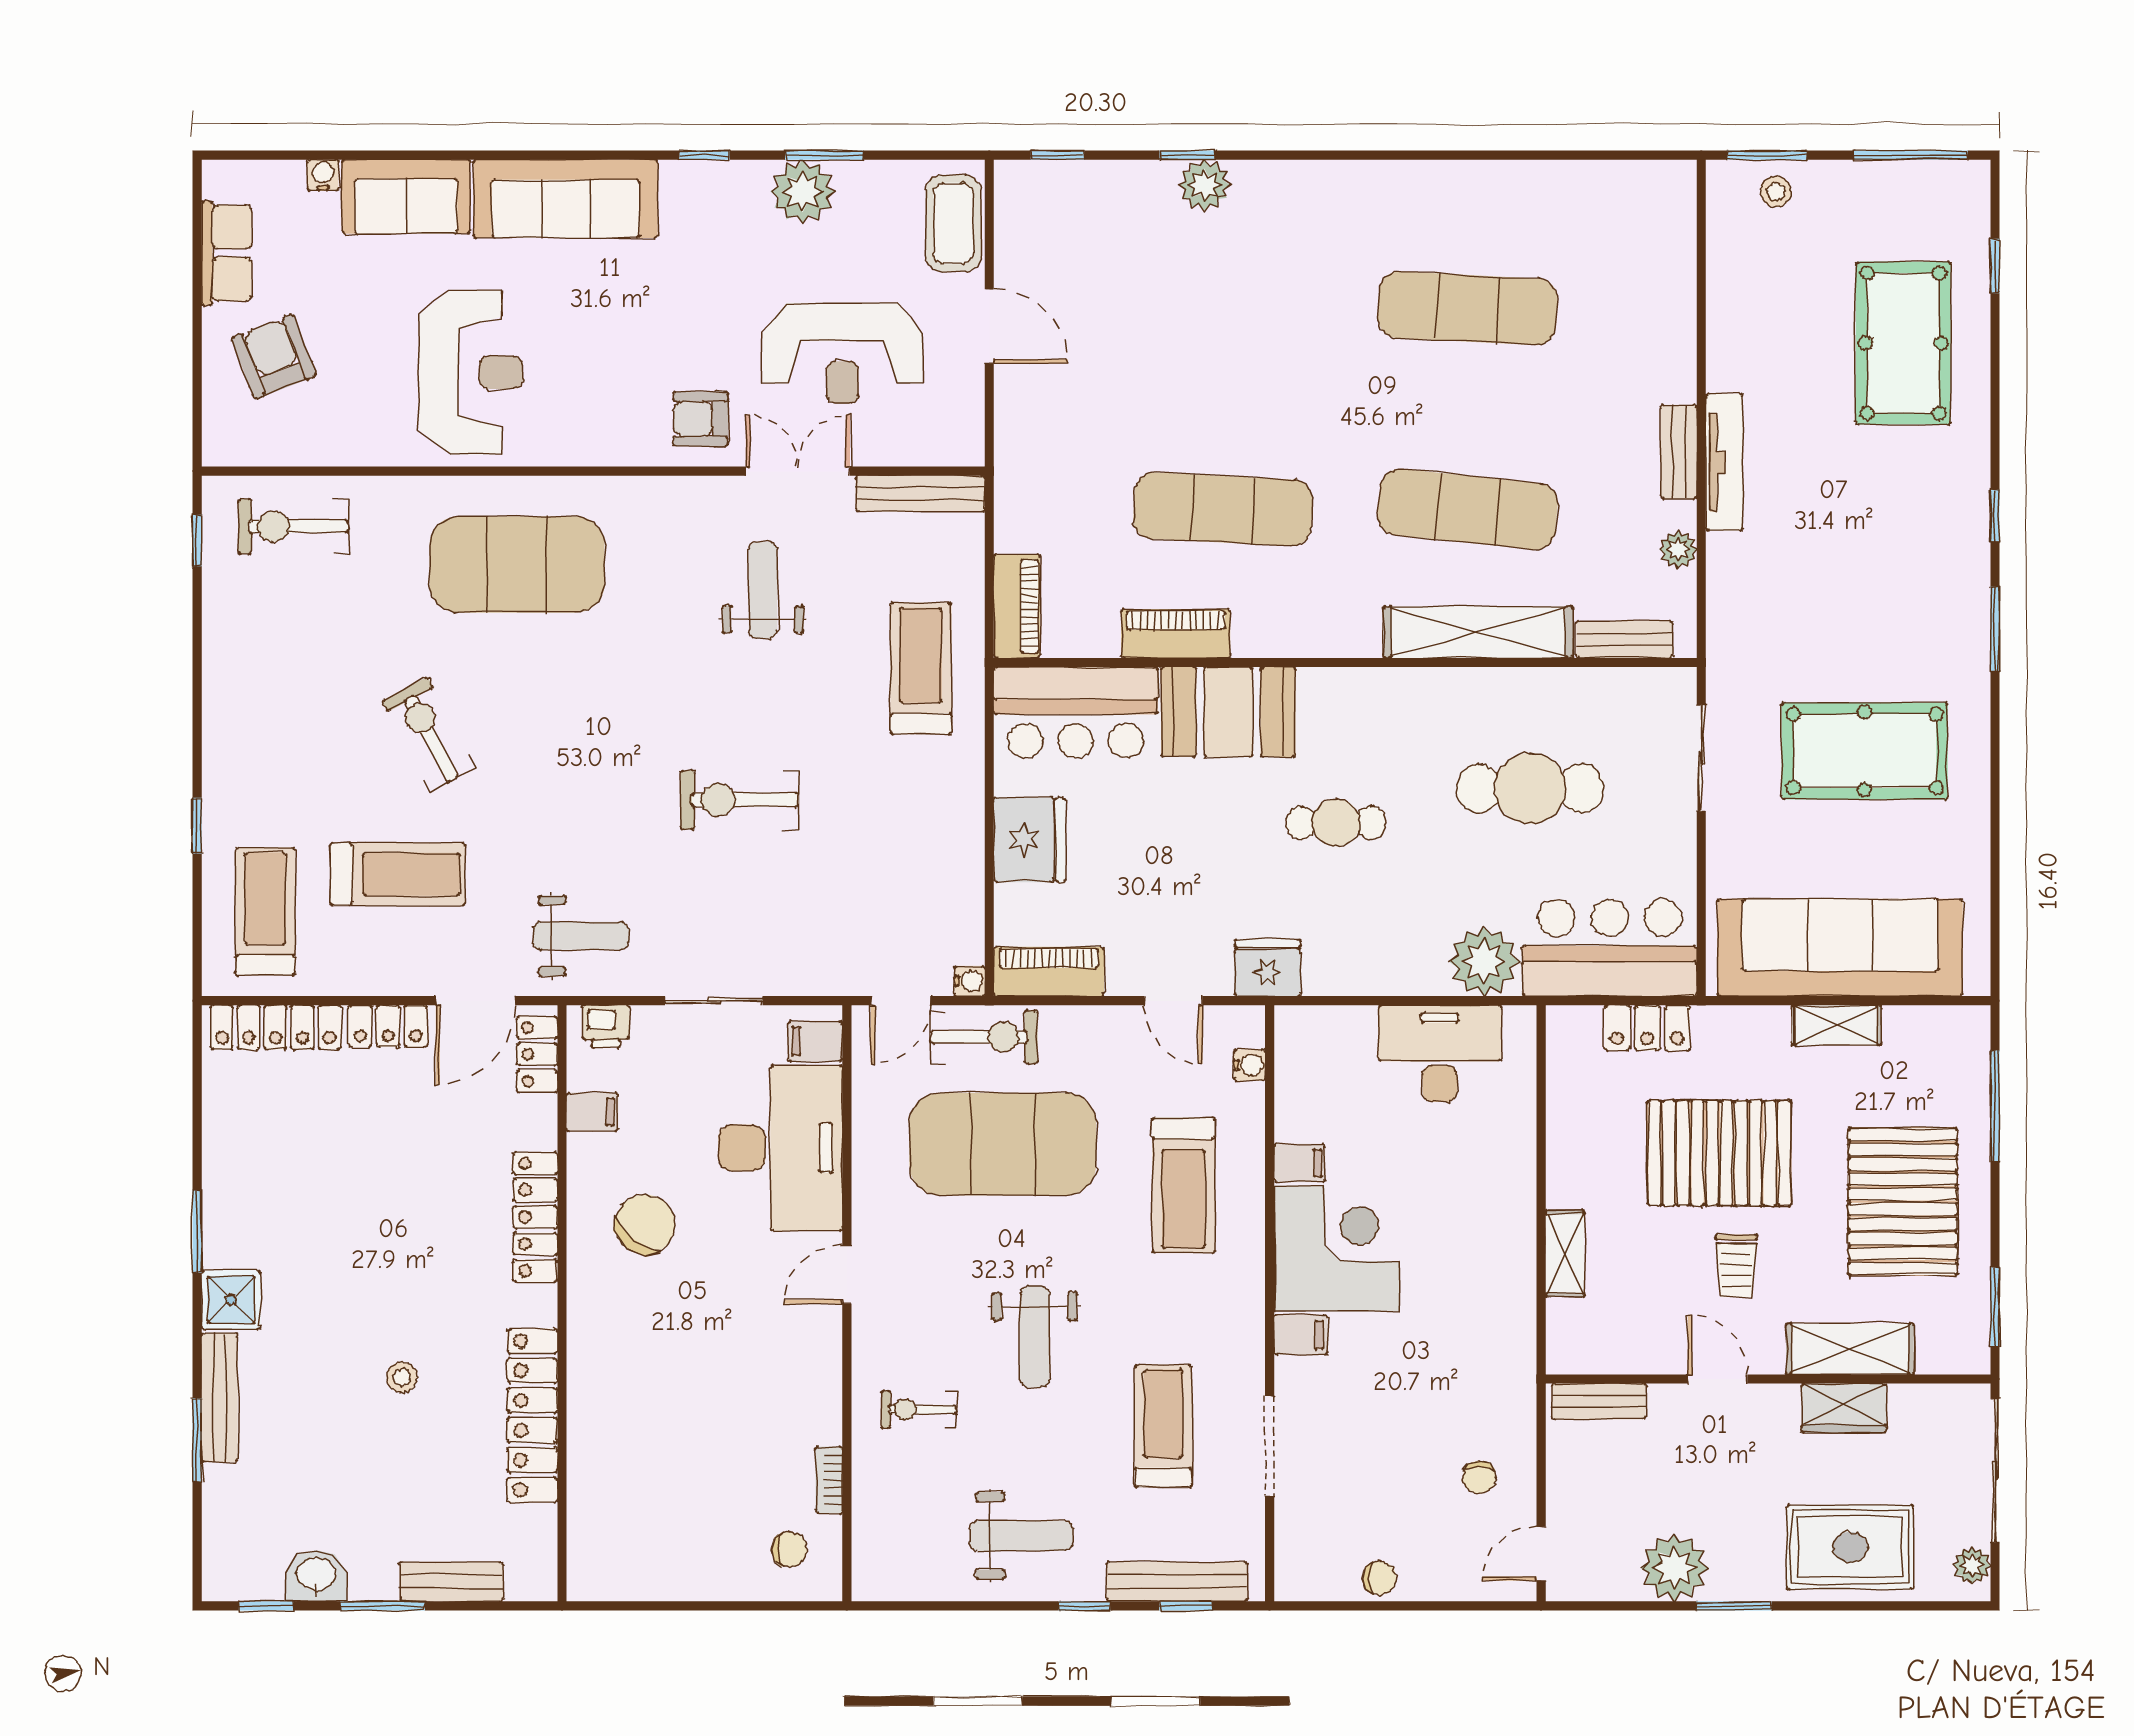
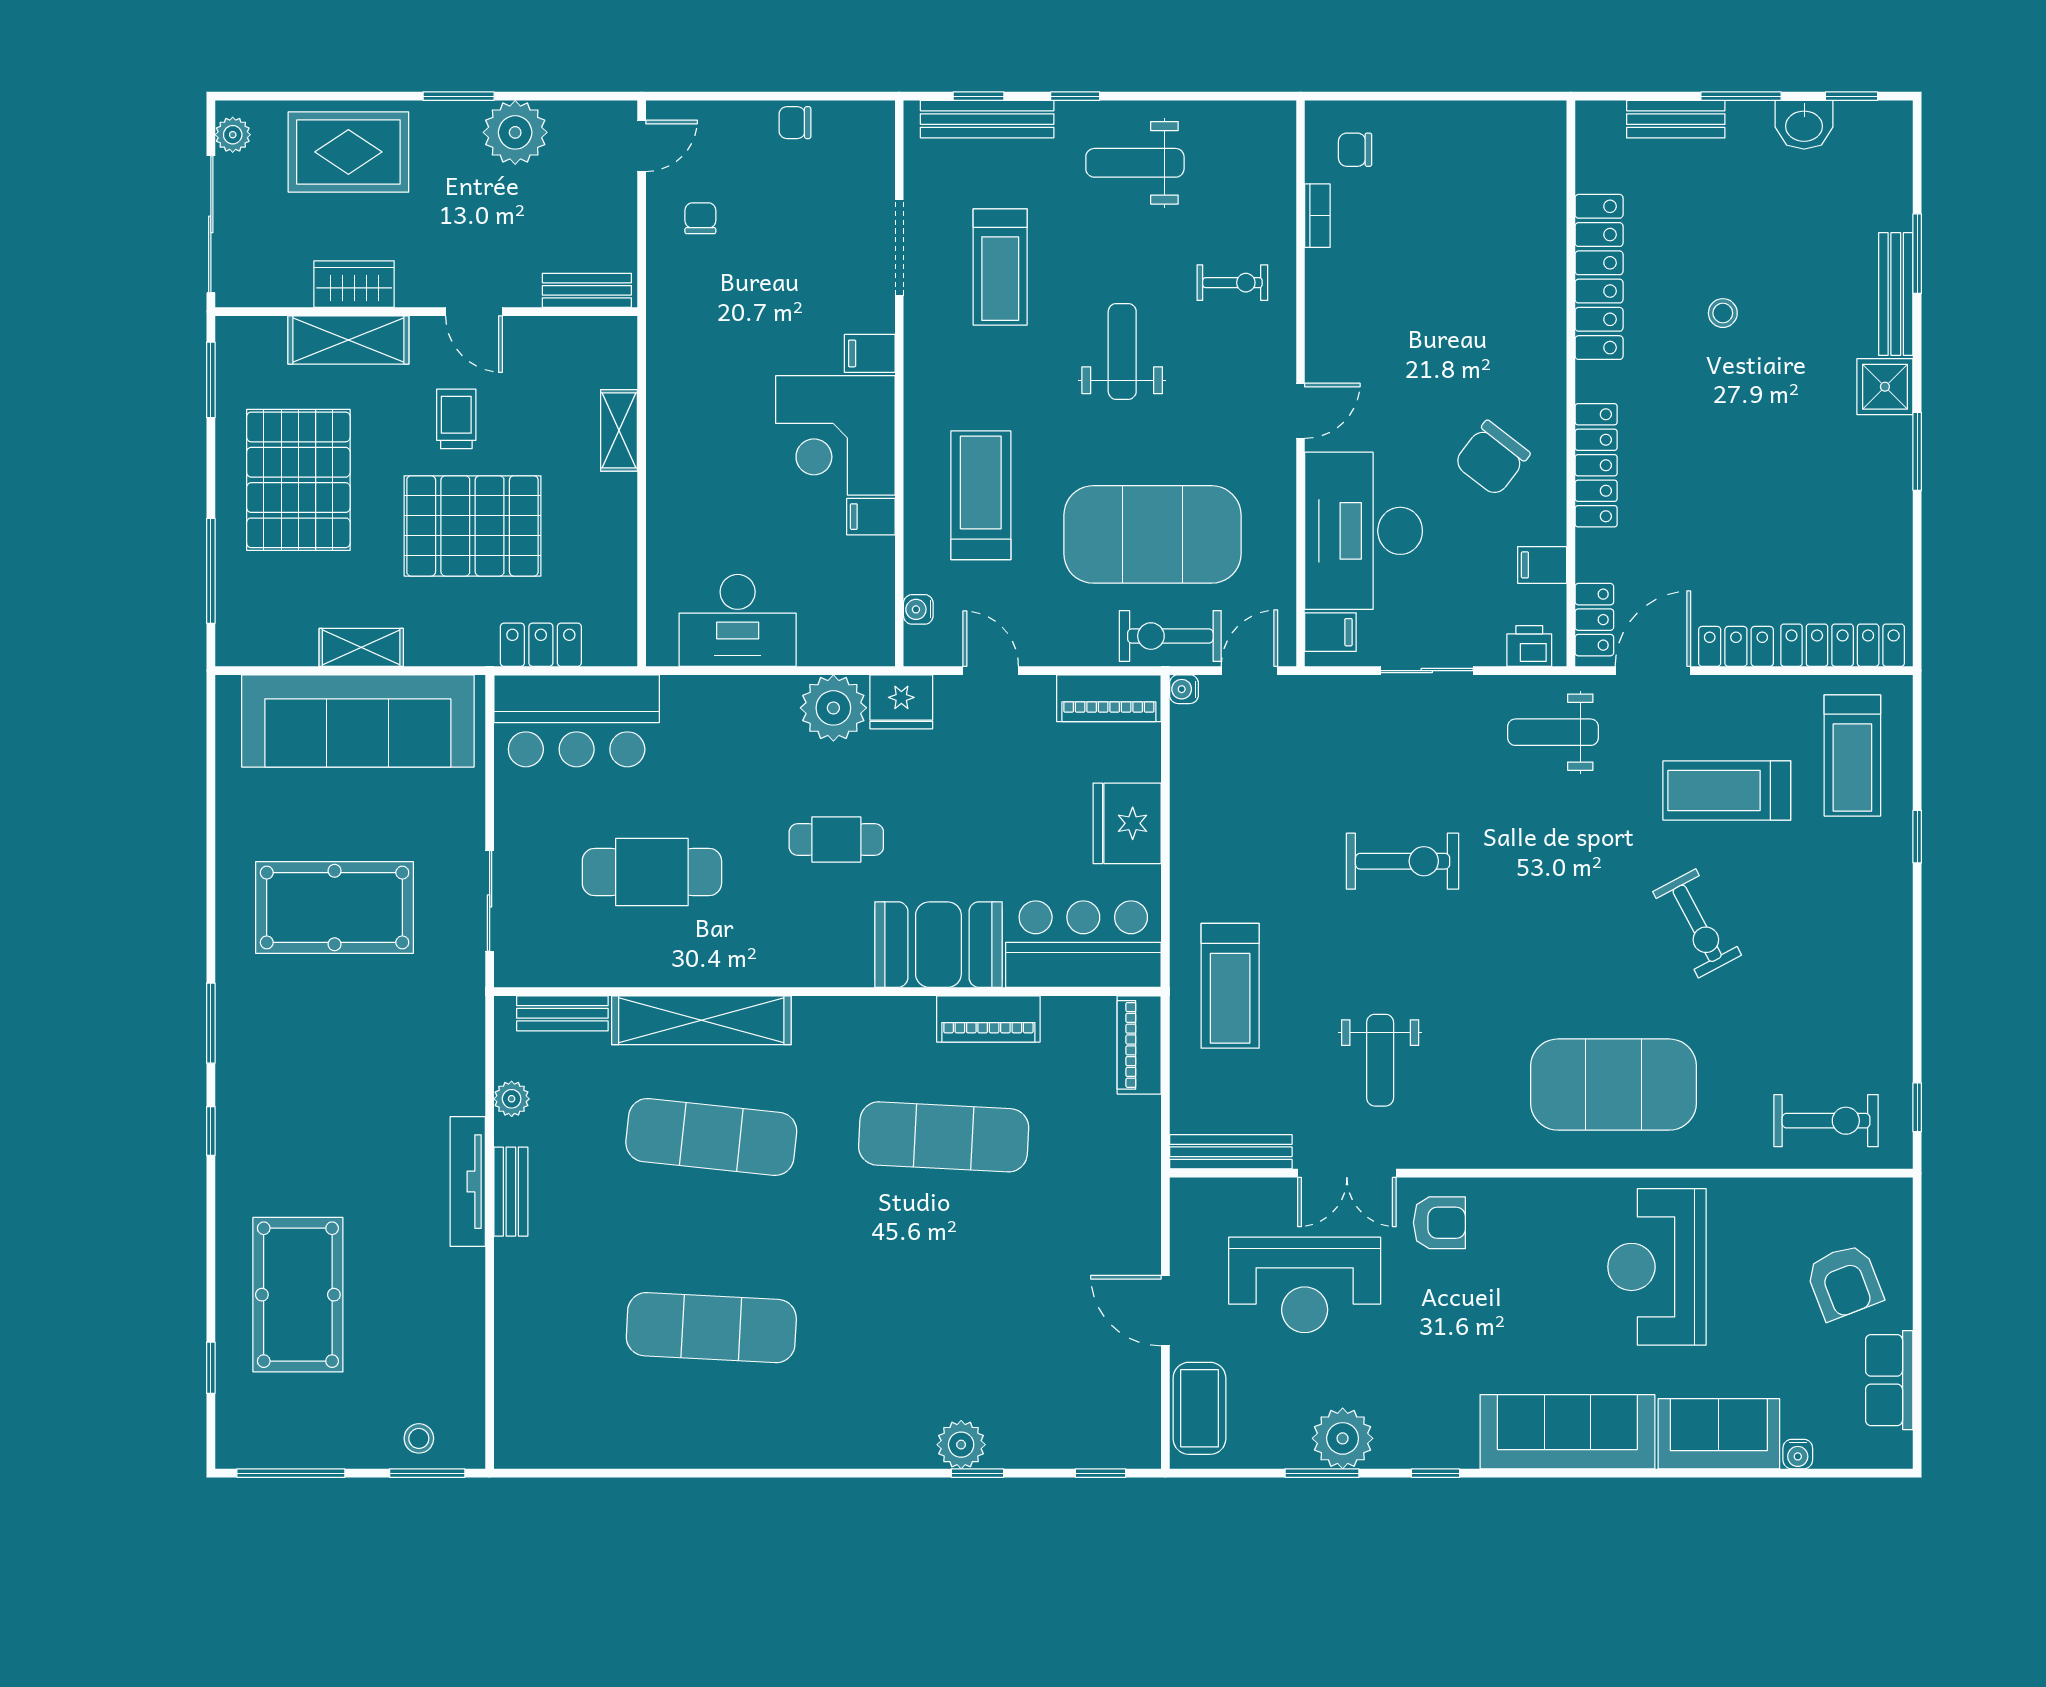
reception desk: (842, 353) -> (1305, 1285), turned 180
plant: (1484, 961) -> (833, 708), moved

